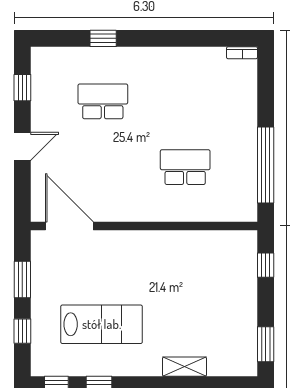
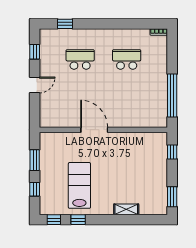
window: (103, 38) -> (65, 24), moved
school desk: (185, 167) -> (127, 59), moved
door: (69, 226) -> (94, 130), moved
lab bench: (102, 324) -> (79, 185), turned -90

